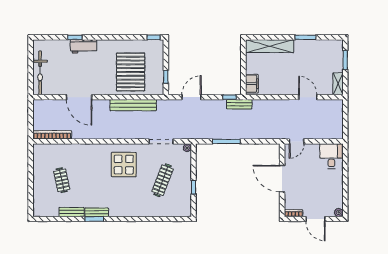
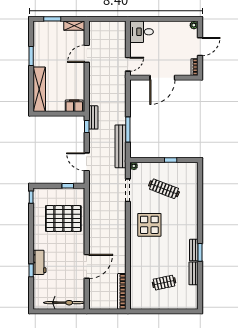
bench: (133, 105) -> (121, 146), moved
door: (297, 141) -> (128, 64), hinge flipped

